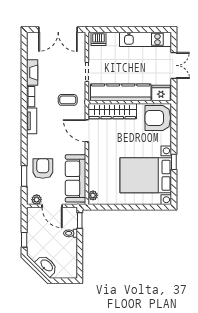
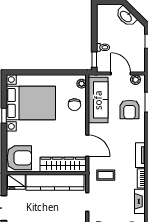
chair: (100, 173) -> (74, 105), added

